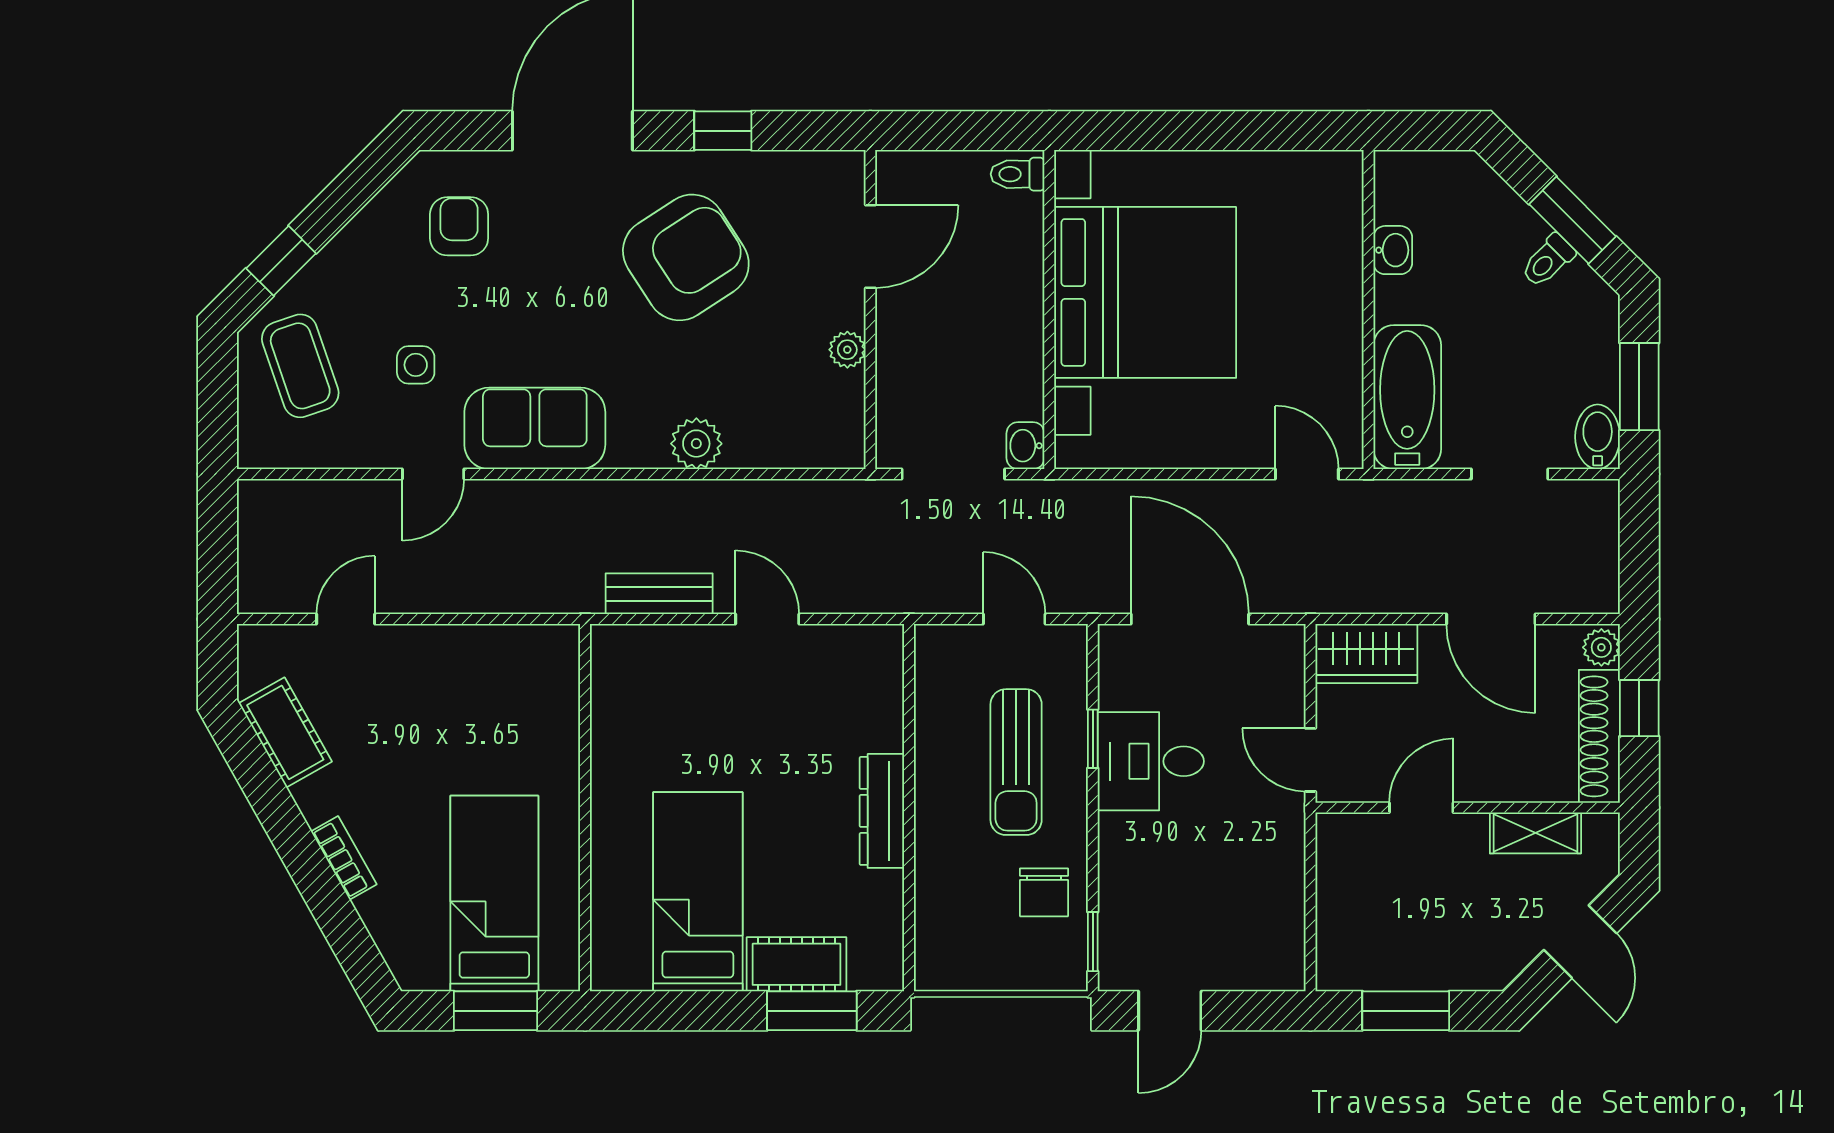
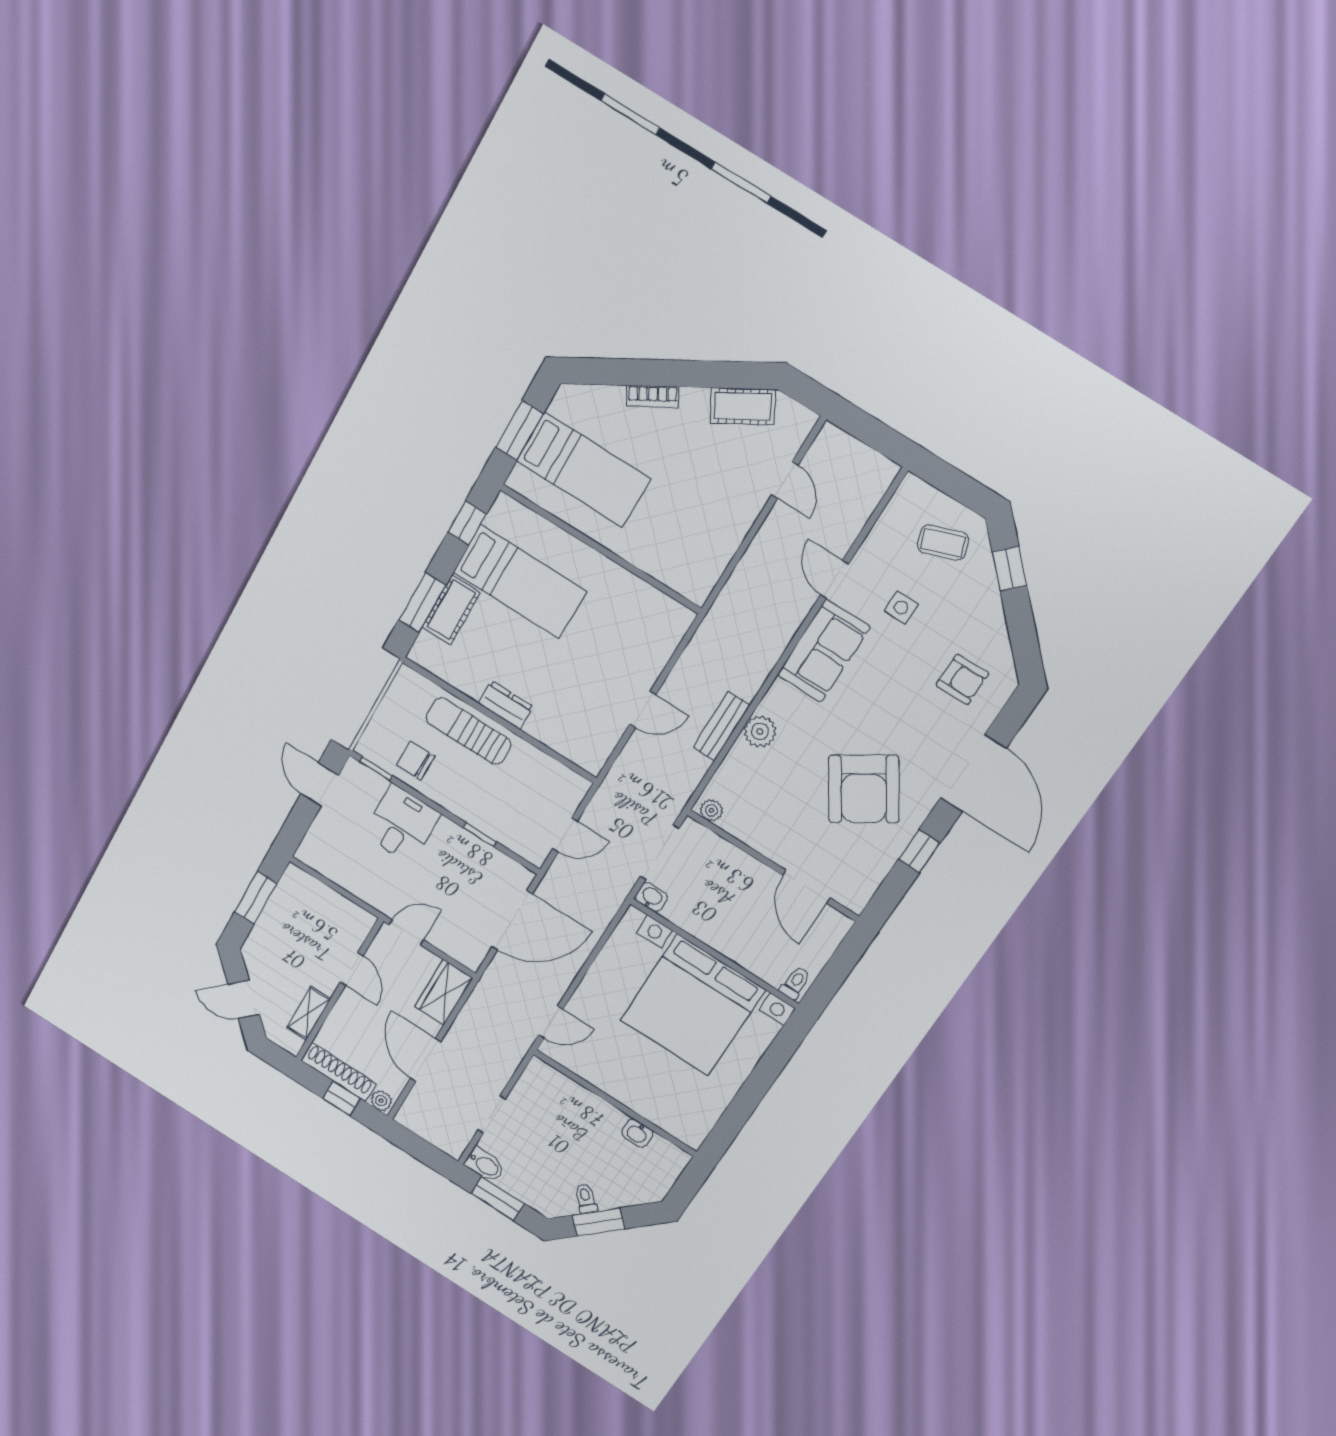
plant: (847, 350) -> (712, 810), moved
coffee table: (300, 366) -> (943, 543), width x0.73, depth x0.77
bathtub: (1407, 397) -> (560, 1093), removed
bench: (659, 594) -> (721, 726), moved
door: (1491, 619) -> (426, 1060), hinge flipped
desk: (1151, 761) -> (401, 824), moved
sun lounger: (1016, 762) -> (468, 731), moved
dresser: (882, 811) -> (506, 705), width x0.70
window: (663, 1011) -> (467, 523), added

